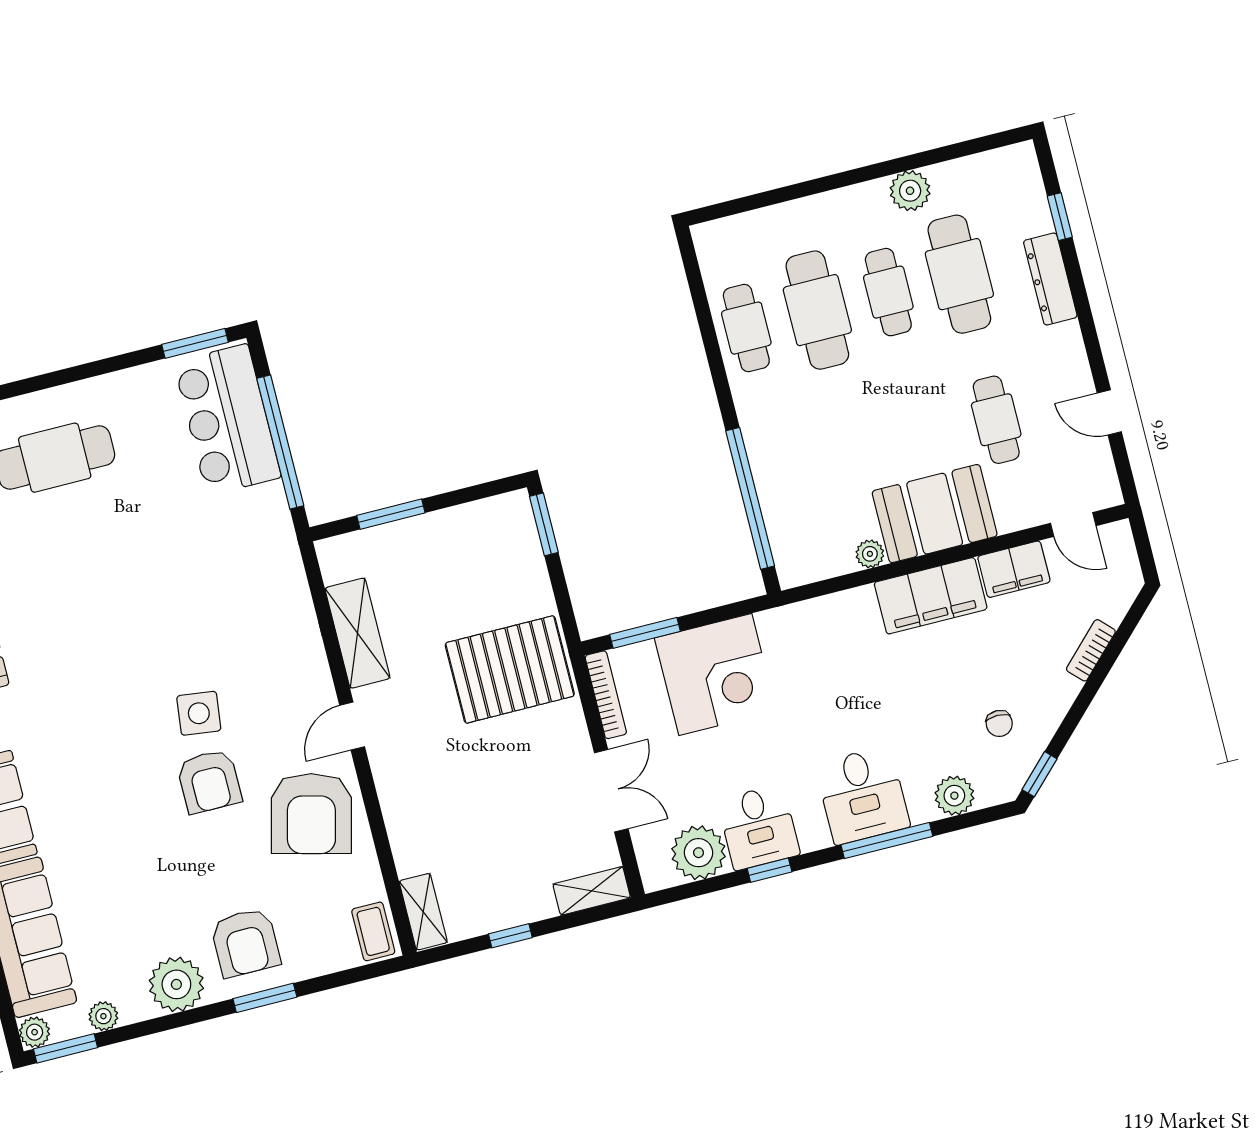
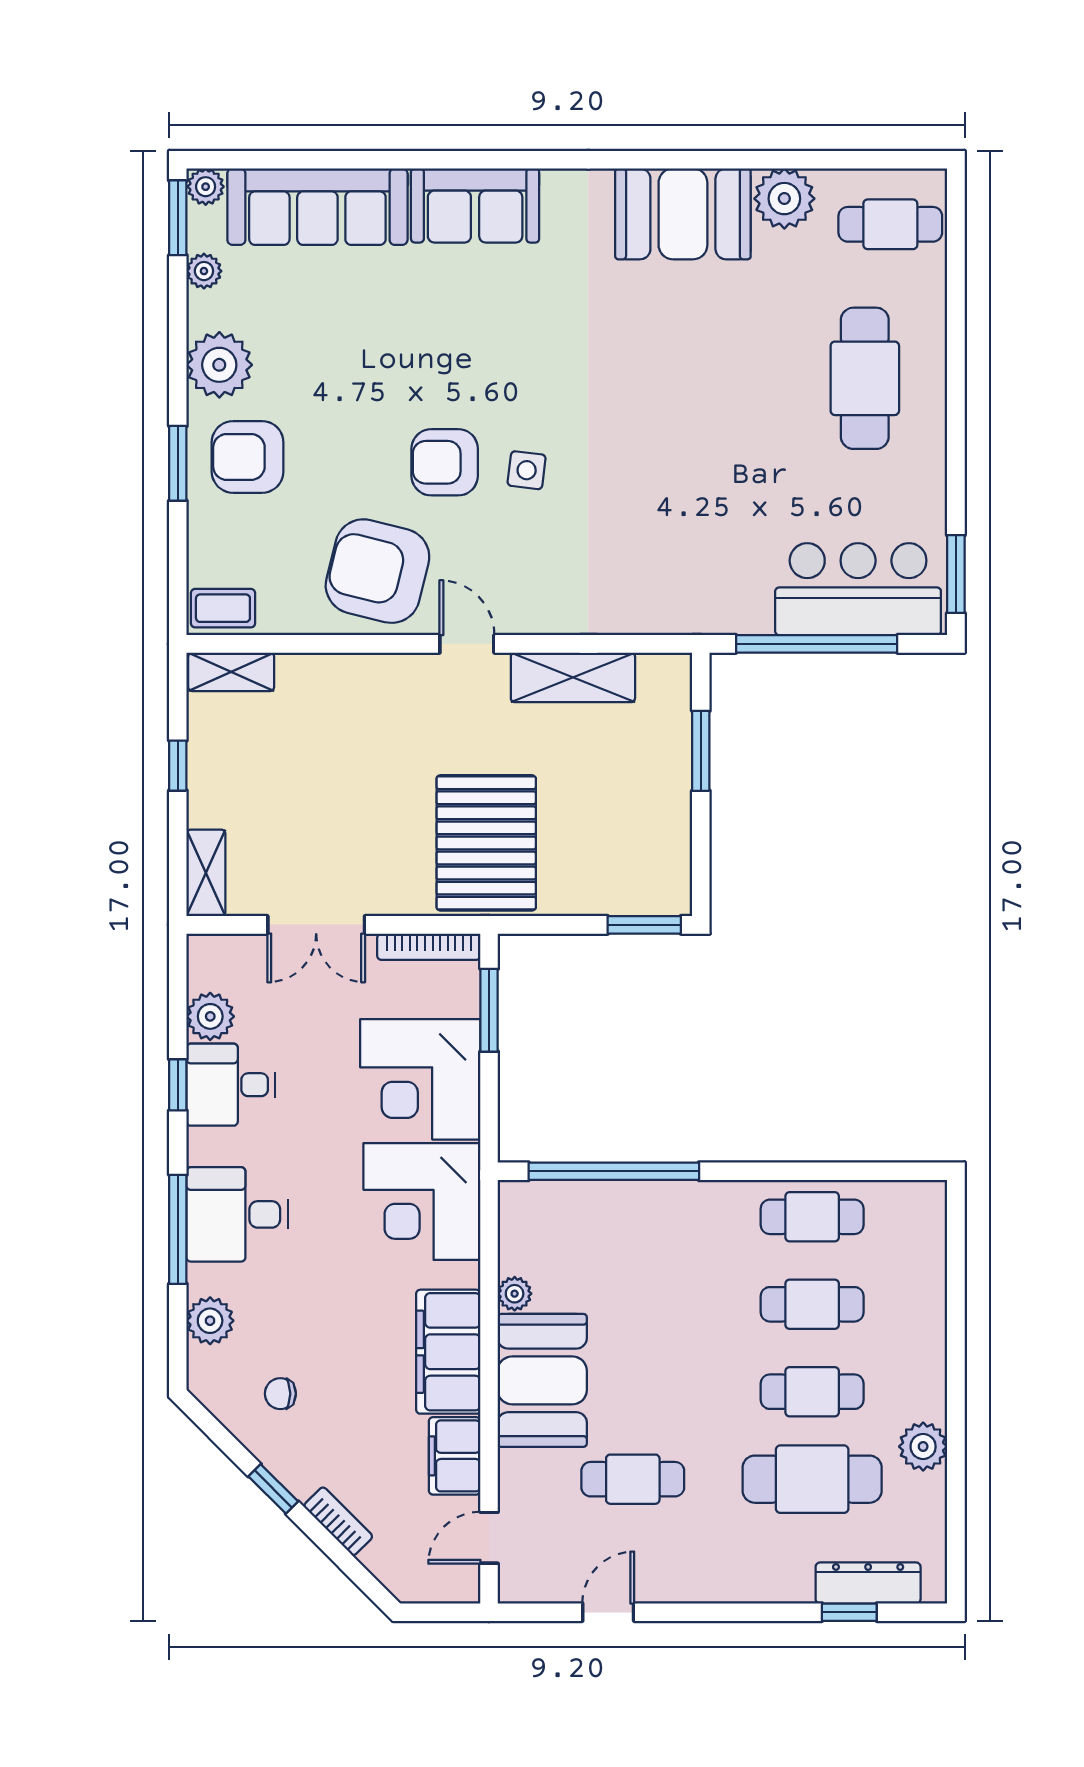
dresser: (1050, 279) -> (868, 1583), moved
cafe table: (817, 310) -> (812, 1304), width x0.73, depth x0.74
corner desk: (814, 648) -> (422, 1201), added
side table: (199, 713) -> (527, 470), width x0.73, depth x0.73
window: (1039, 774) -> (273, 1489), moved
plant: (699, 853) -> (210, 1016), width x0.73, depth x0.73

